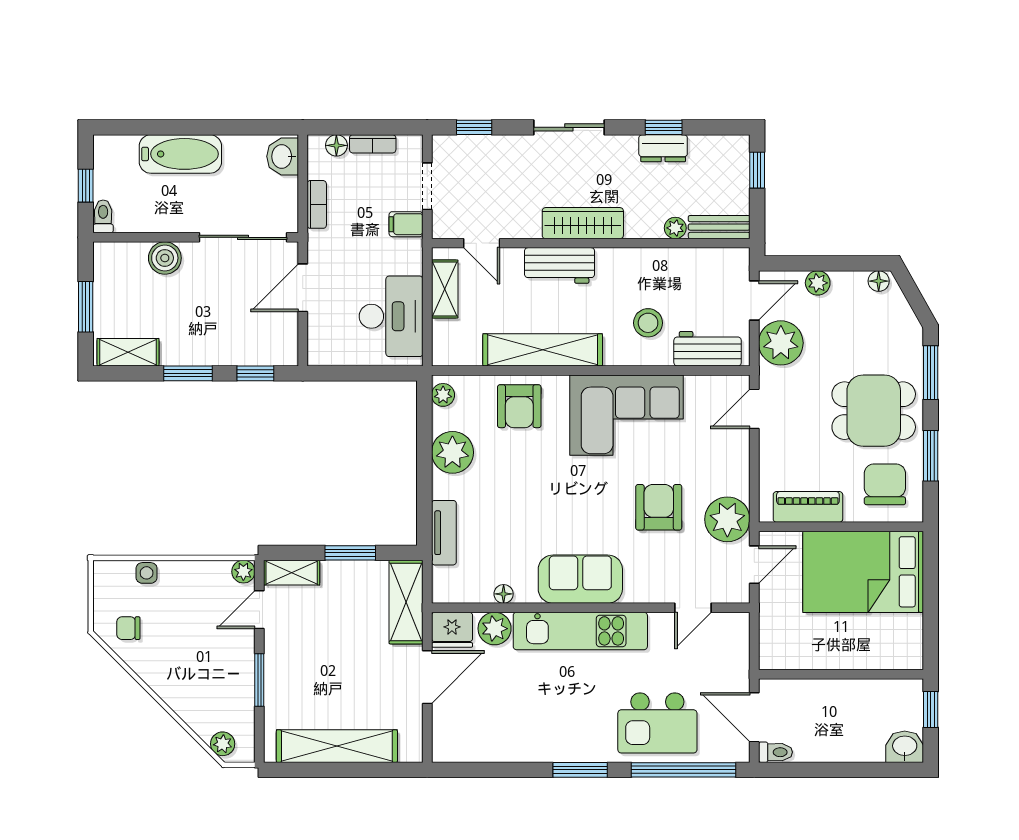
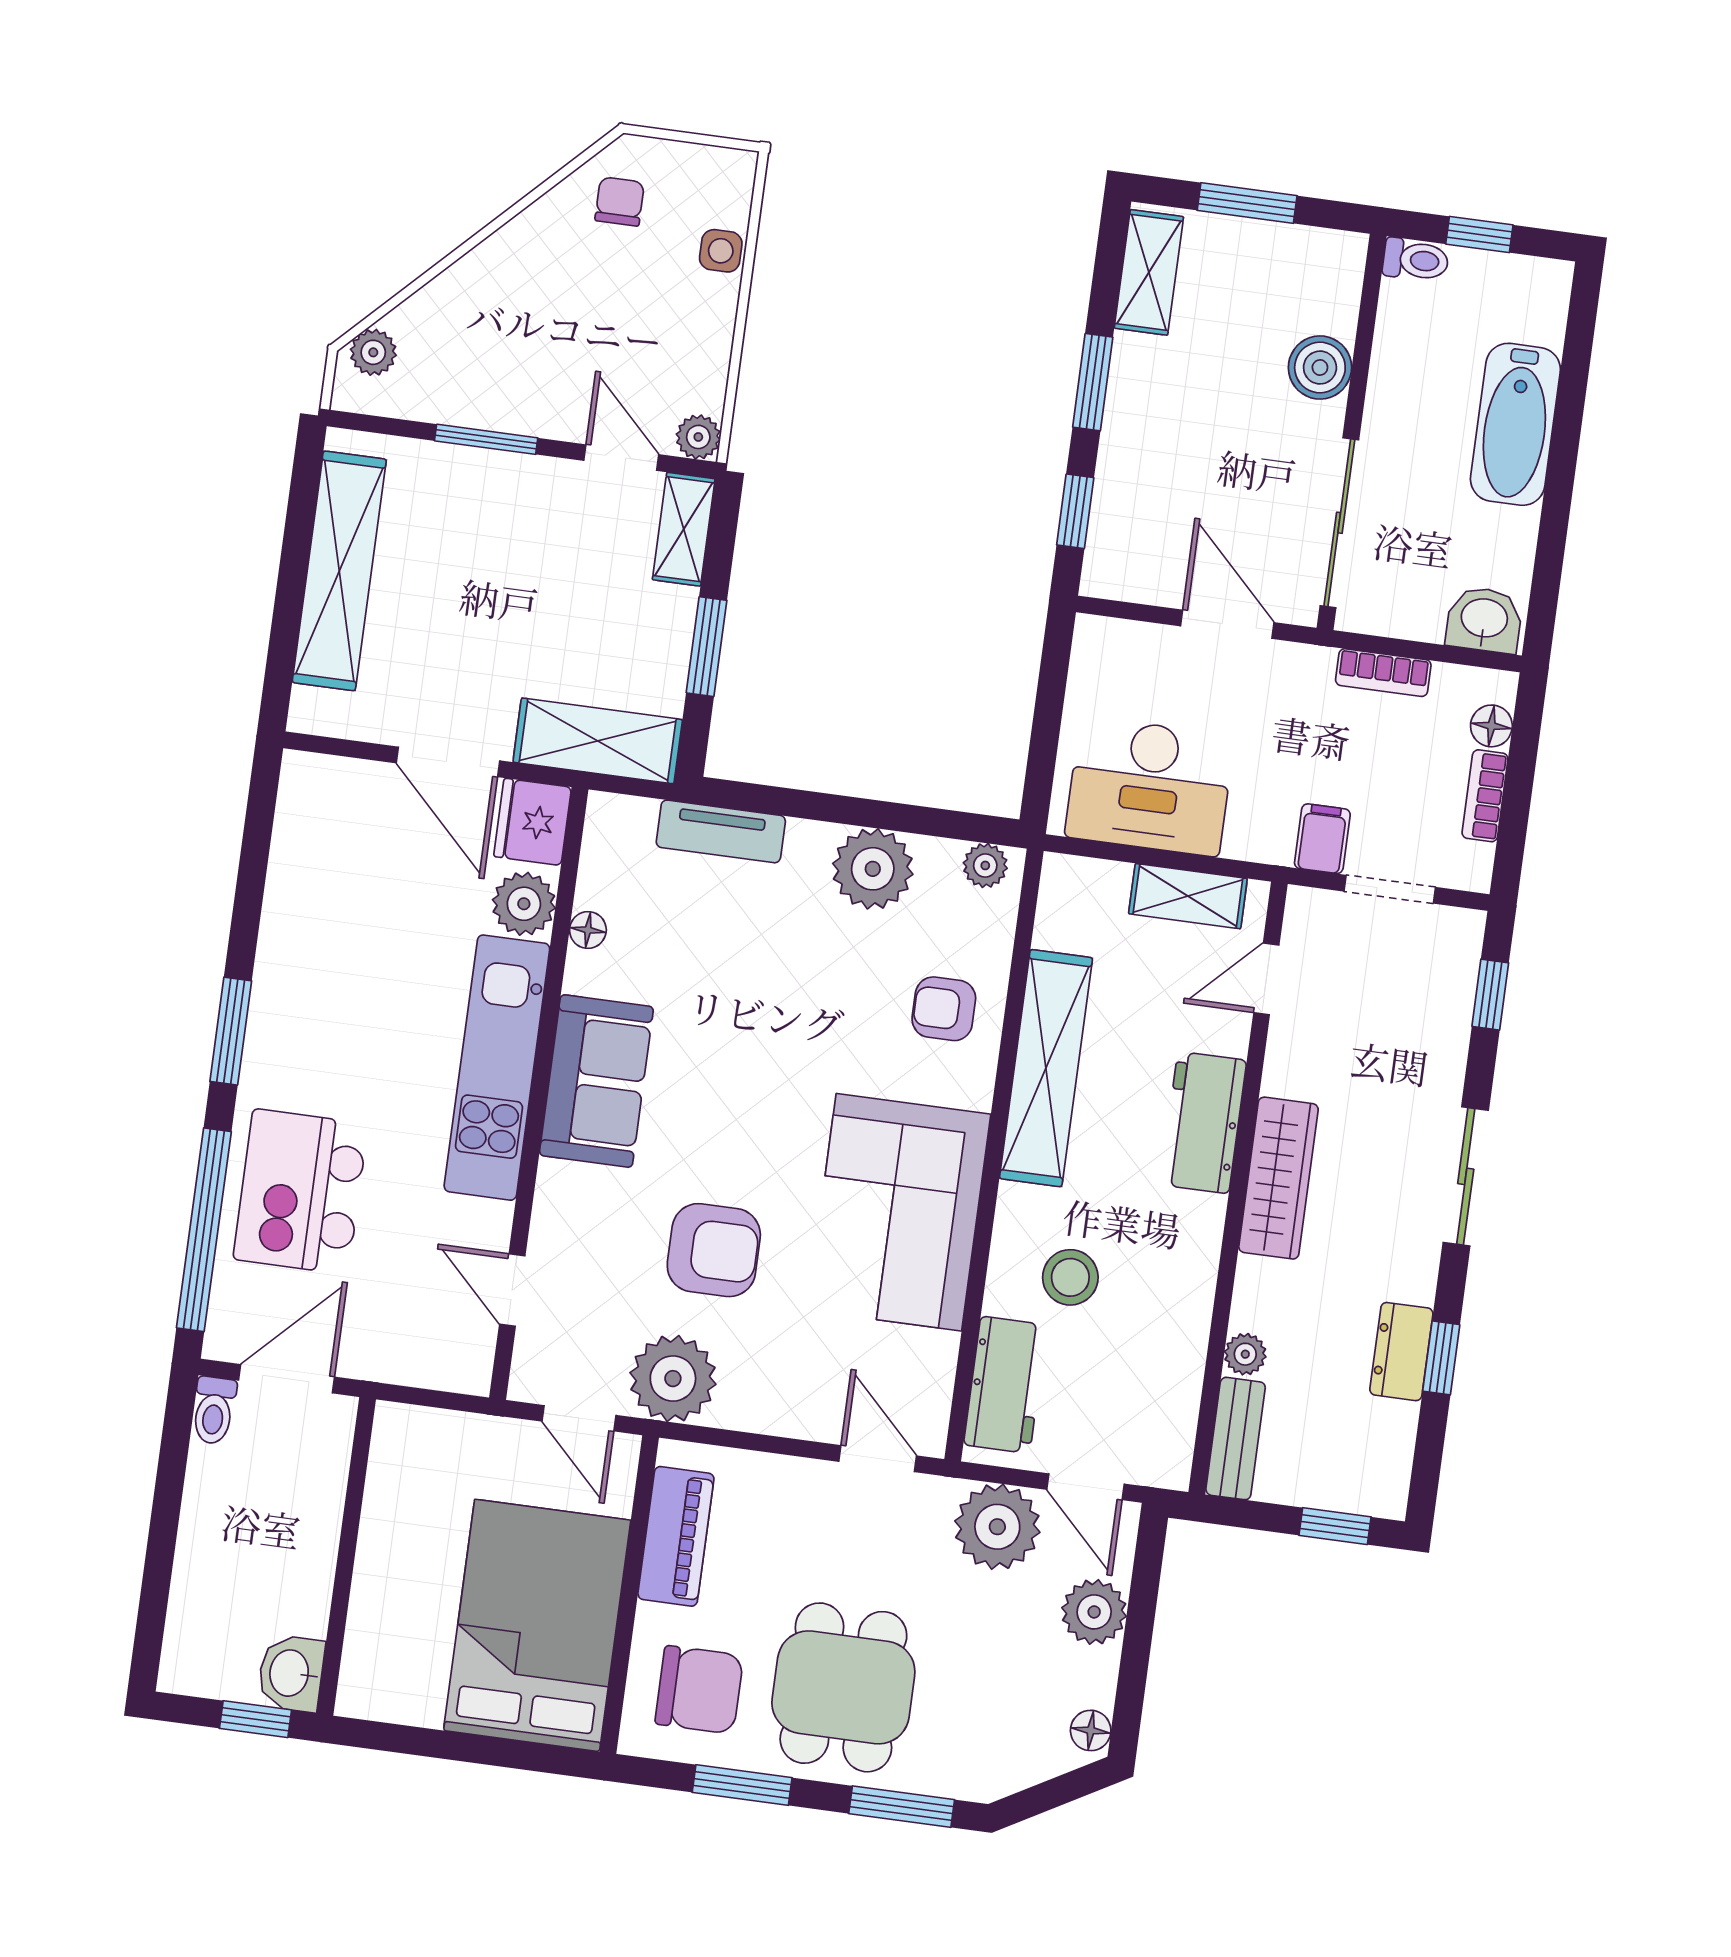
plant: (818, 283) -> (1094, 1612), width x1.38, depth x1.38
armchair: (519, 406) -> (944, 1009), width x0.72, depth x0.72
washbasin: (905, 747) -> (291, 1673), moved, turned 180

